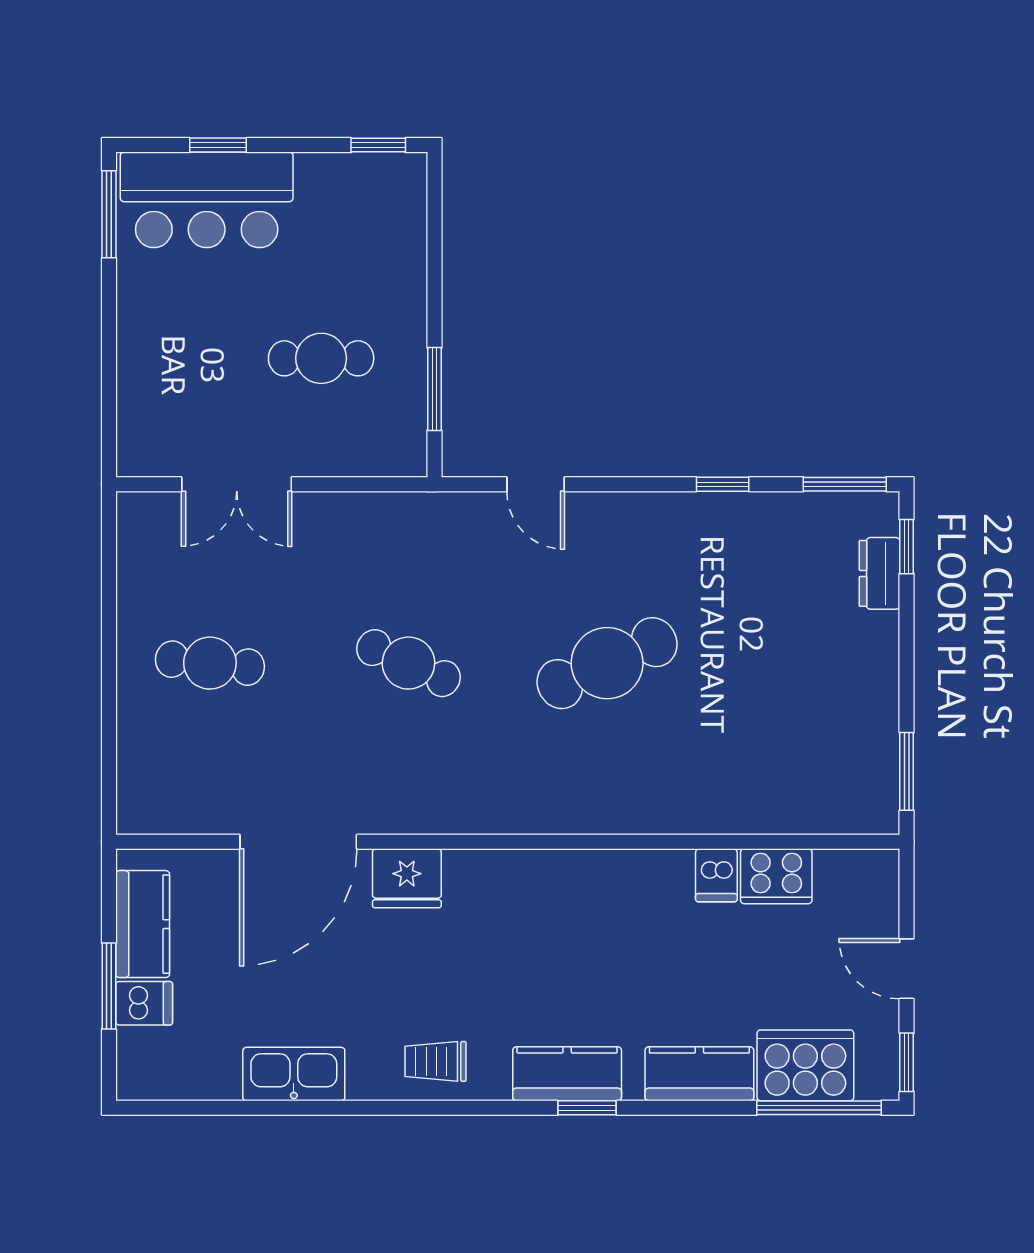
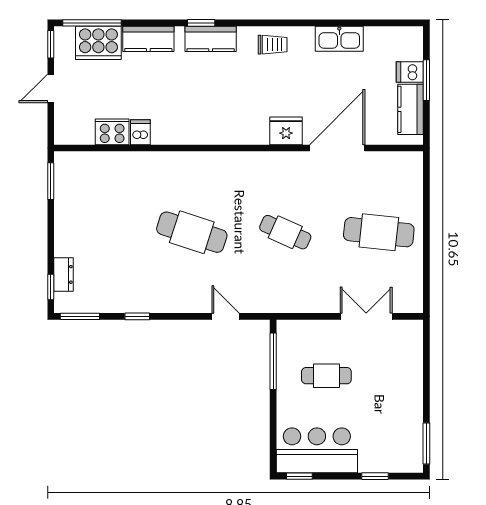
bar counter: (207, 200) -> (317, 450), moved
window: (434, 389) -> (273, 361), width x1.44
cafe table: (210, 663) -> (379, 232), width x1.37, depth x1.35
cafe table: (607, 663) -> (192, 232), turned 42
door: (907, 969) -> (51, 88), swing flipped

